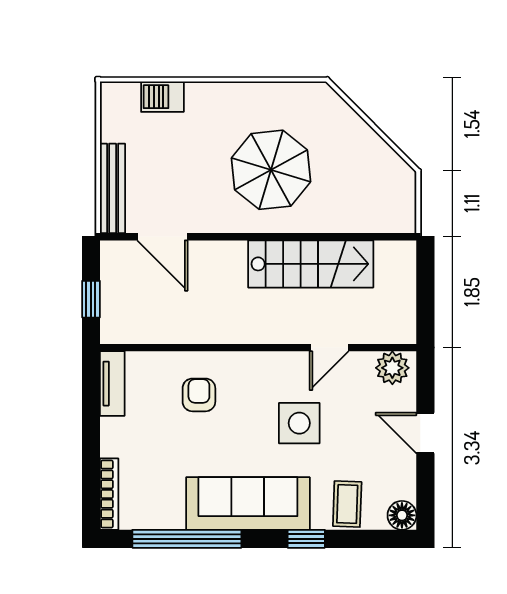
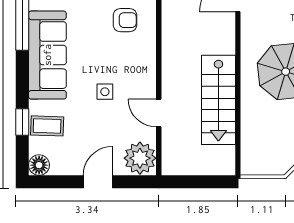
plant: (392, 368) -> (140, 158), width x1.36, depth x1.36
side table: (299, 423) -> (105, 92), width x0.54, depth x0.54
window: (306, 539) -> (22, 122), moved

